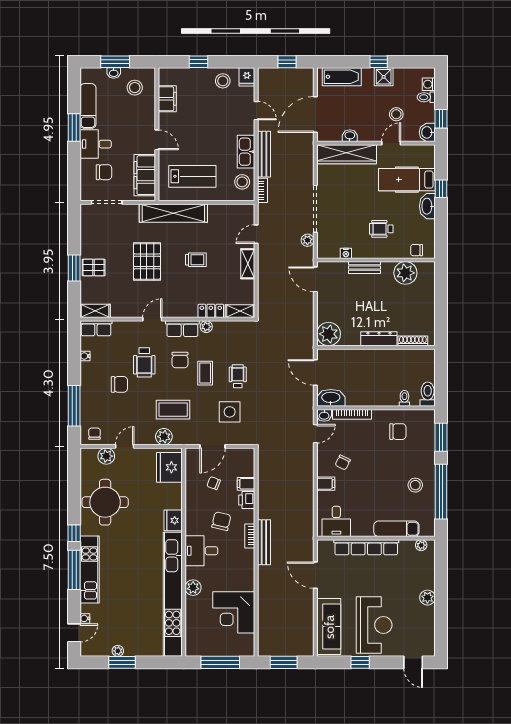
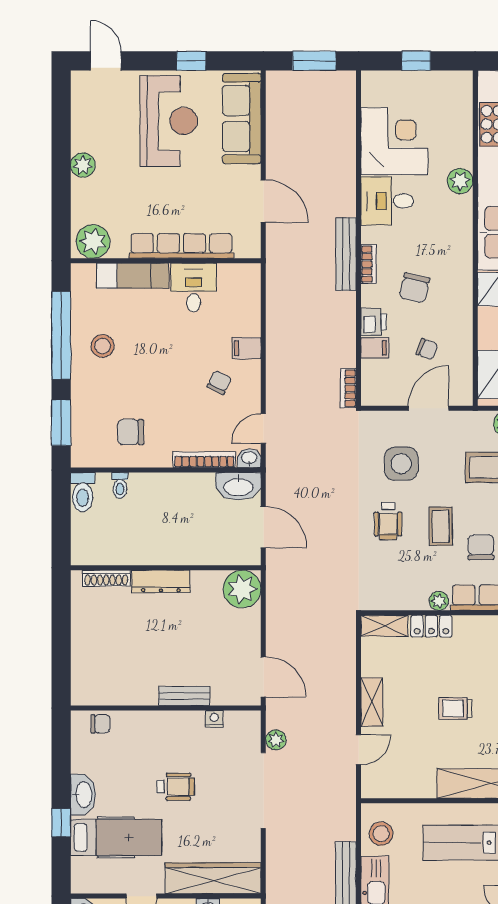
bookcase: (262, 190) -> (348, 388), moved
wheelchair: (381, 229) -> (175, 787), moved
plant: (405, 273) -> (118, 687), removed
desk: (336, 521) -> (194, 288), moved
plant: (421, 545) -> (93, 241), width x1.87, depth x1.87
desk: (201, 551) -> (387, 201), moved, turned 180
reception desk: (374, 625) -> (169, 121), turned 180
window: (220, 662) -> (416, 61), width x0.46

